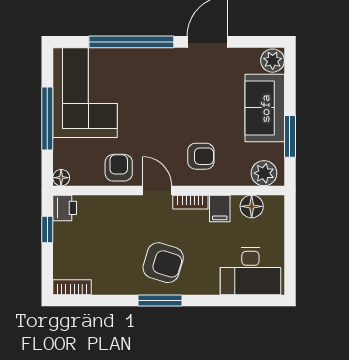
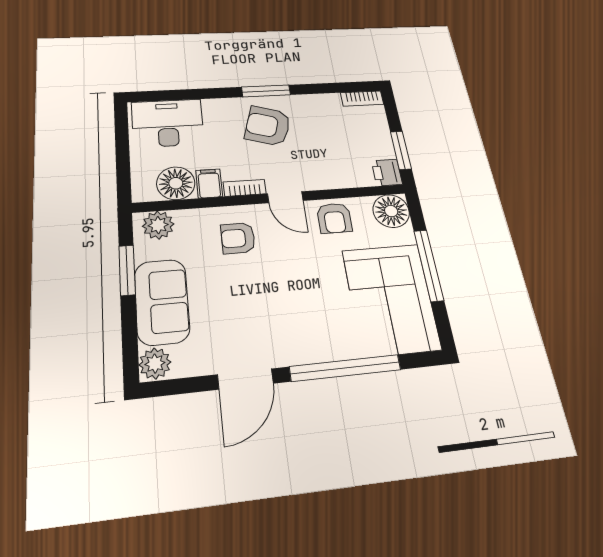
floor lamp: (61, 178) -> (391, 211), width x1.89, depth x1.89
floor lamp: (252, 206) -> (176, 183), width x1.38, depth x1.38
window: (47, 229) -> (401, 150), width x1.50

